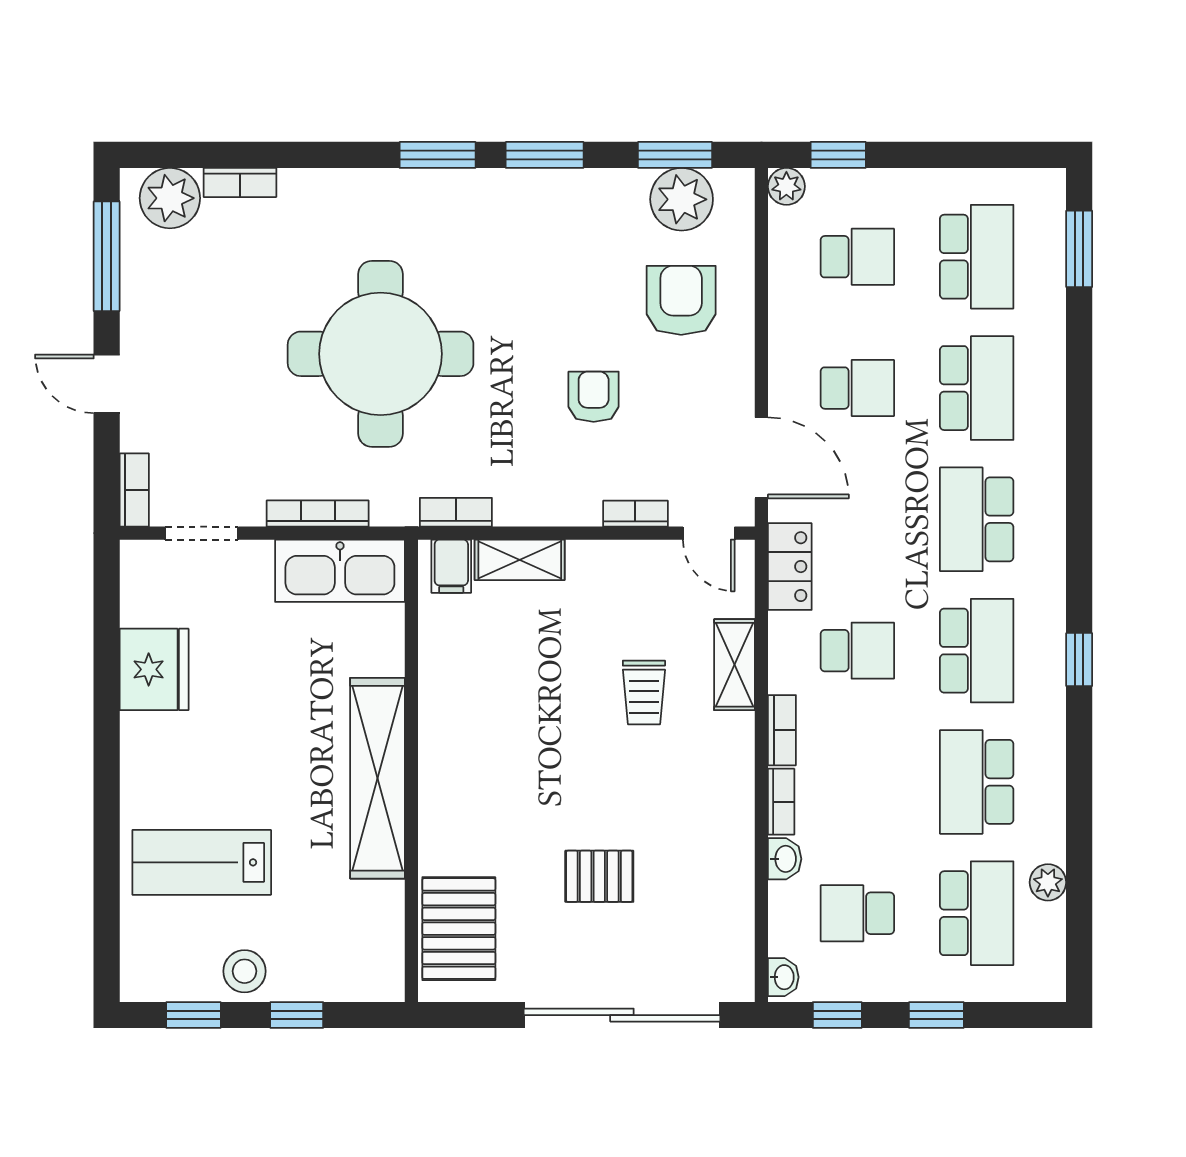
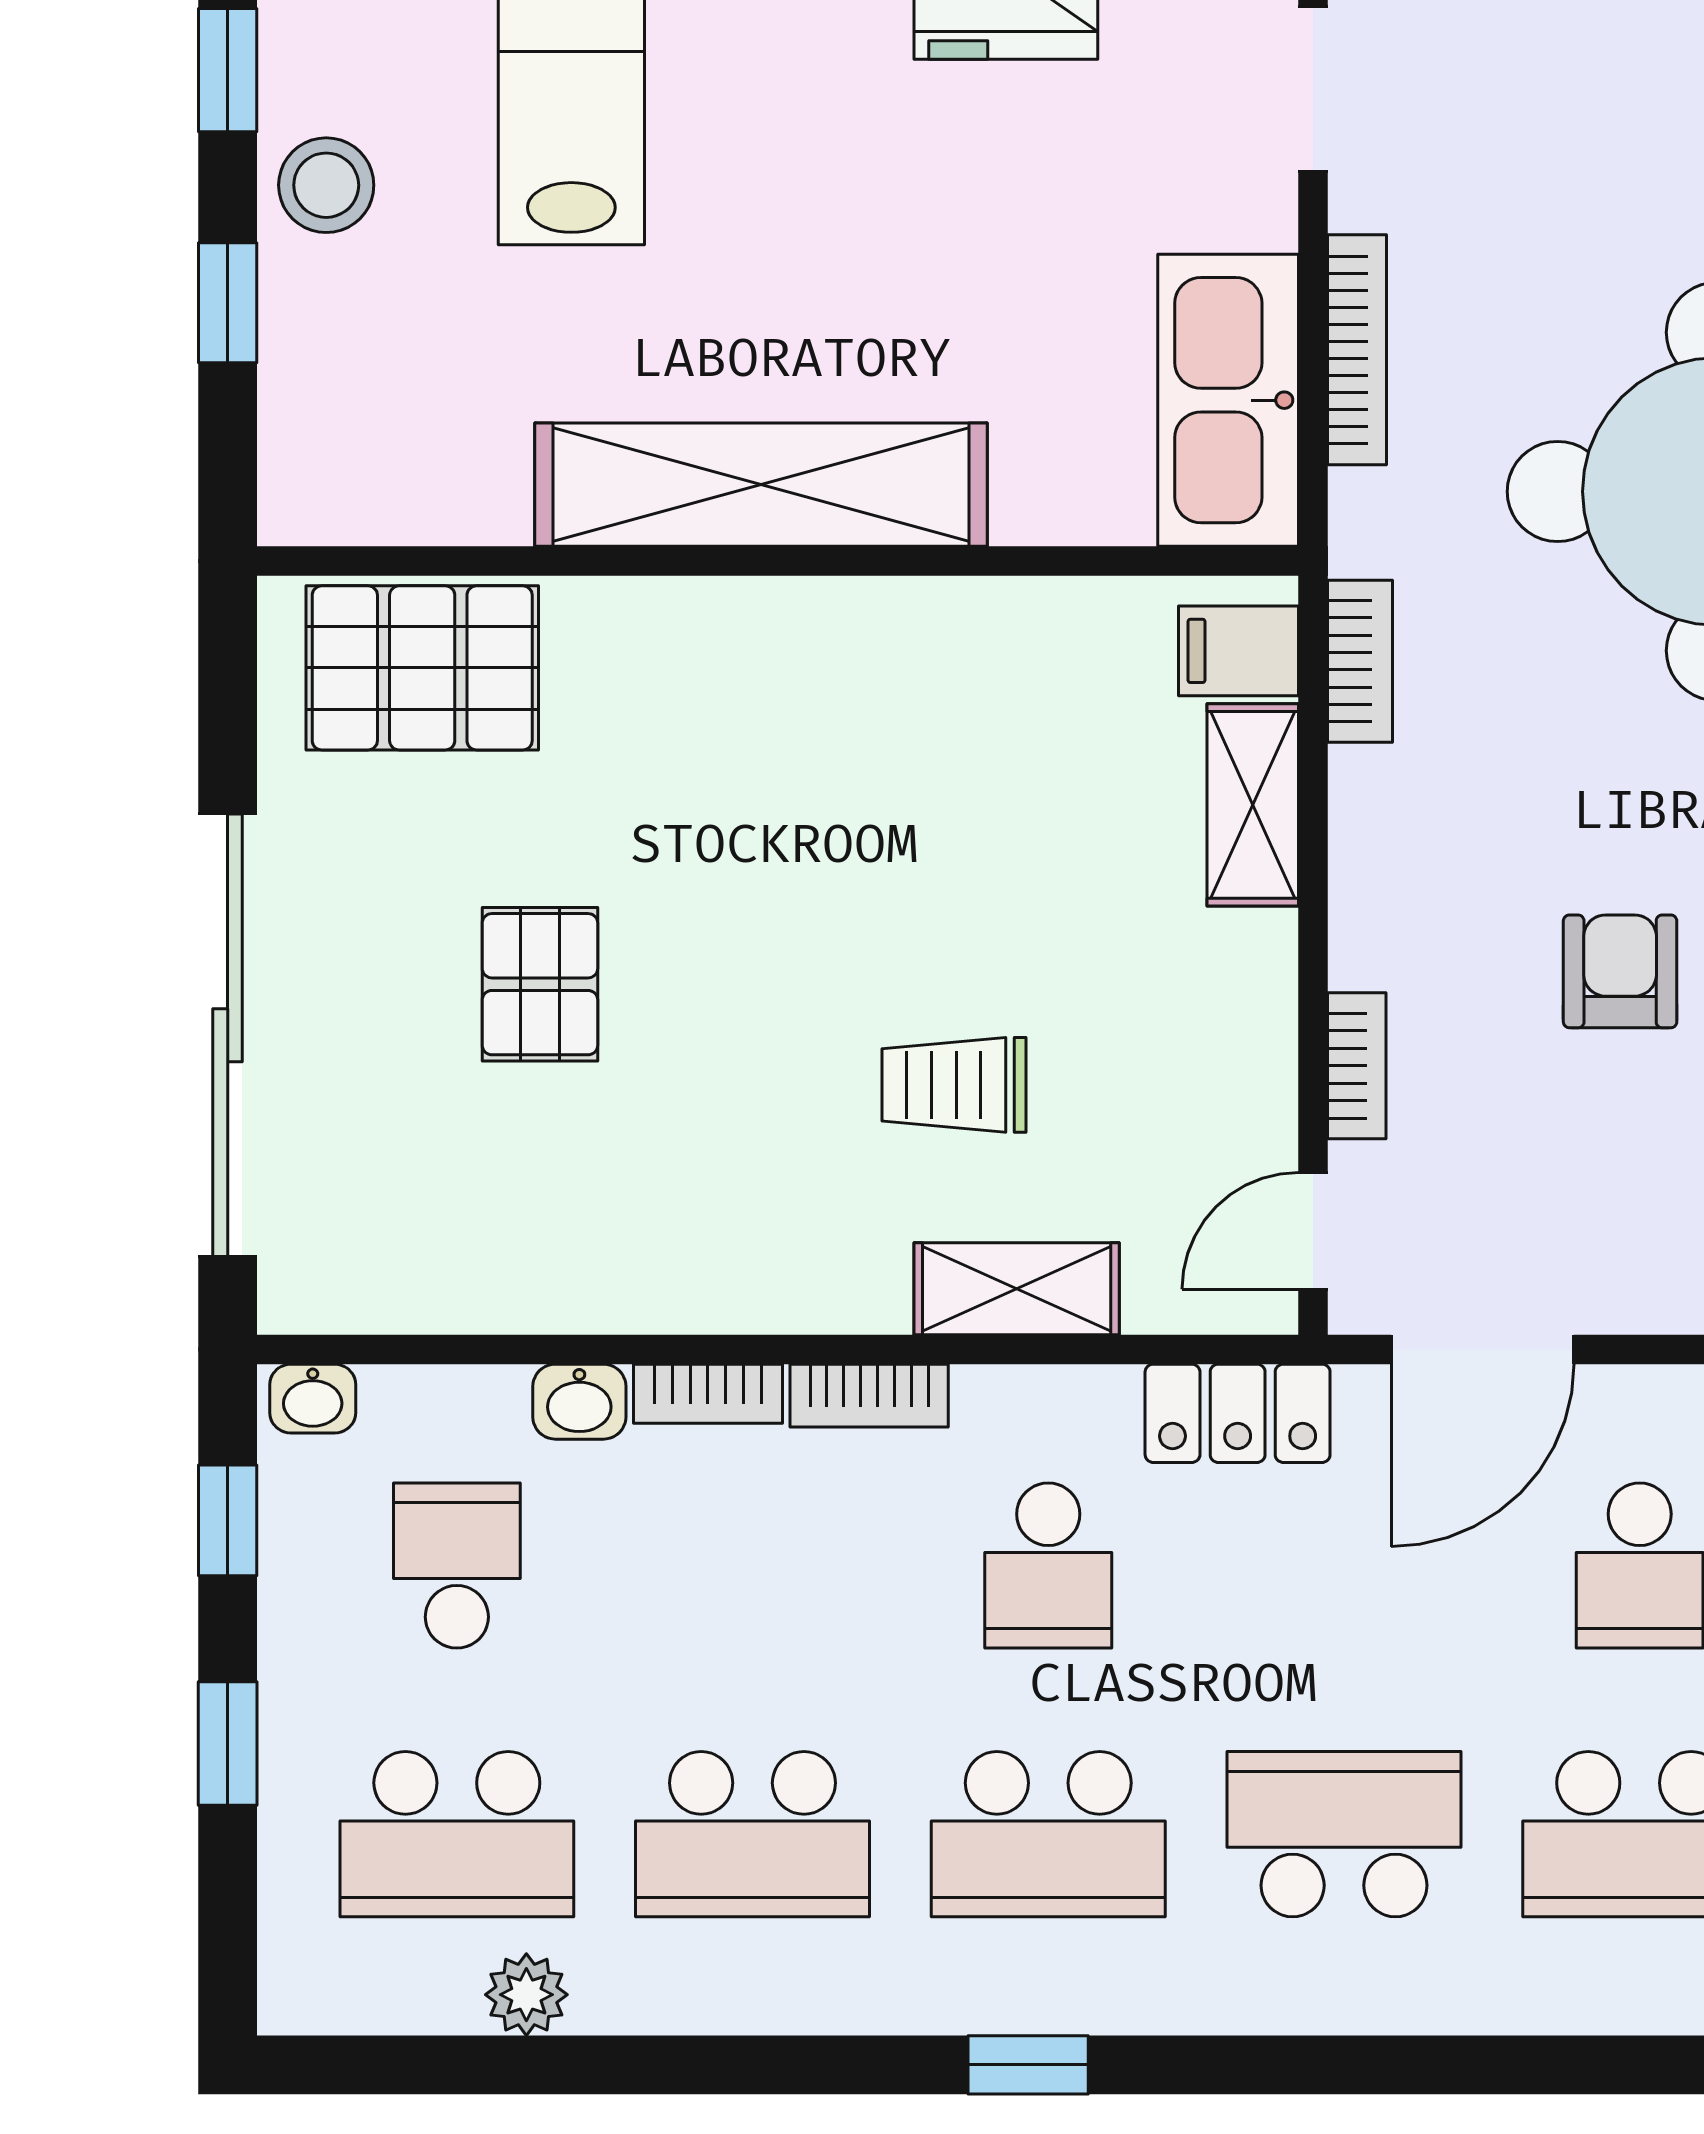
armchair: (594, 397) -> (1620, 971), turned -90
school desk: (977, 782) -> (753, 1834), turned 180

